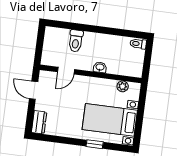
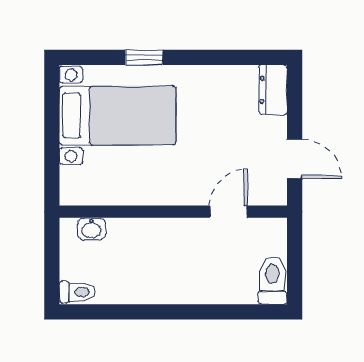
toilet: (76, 41) -> (272, 280), moved
washbasin: (100, 67) -> (91, 229), moved
plant: (123, 86) -> (99, 193), removed

